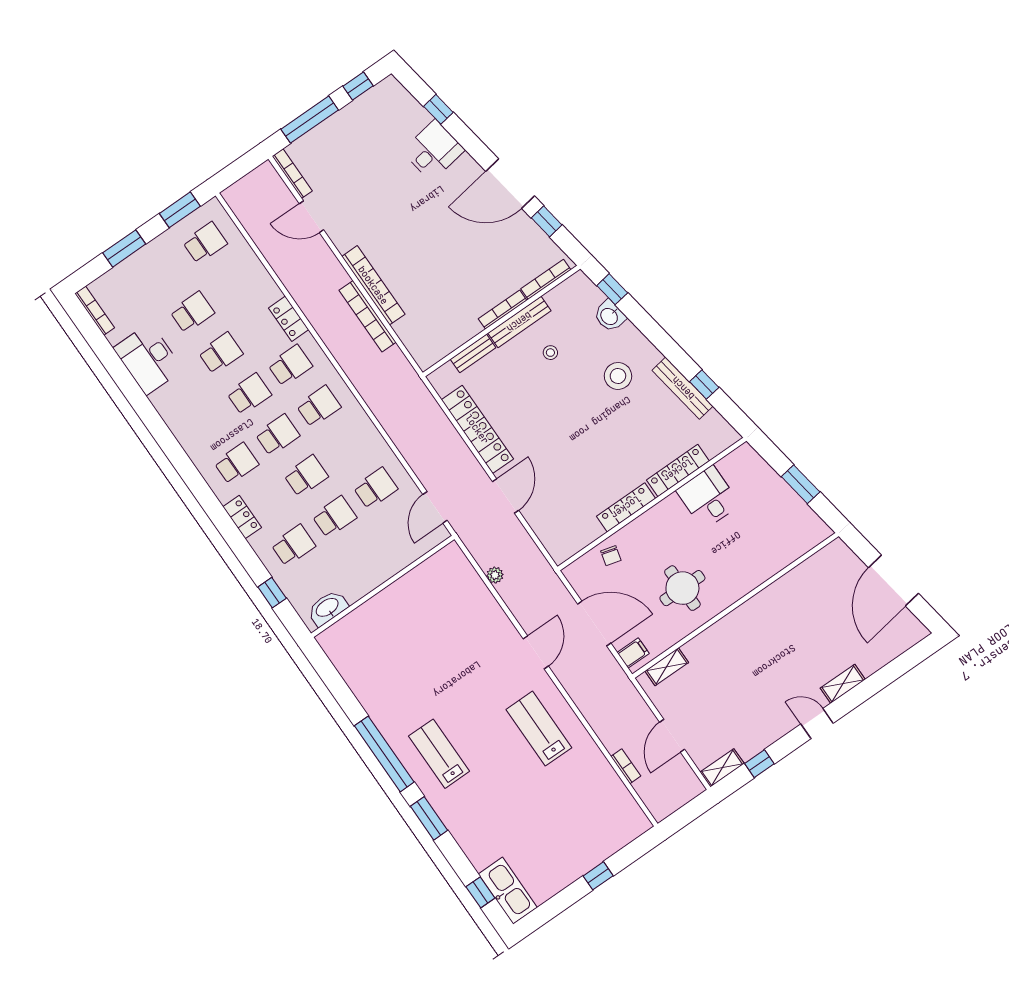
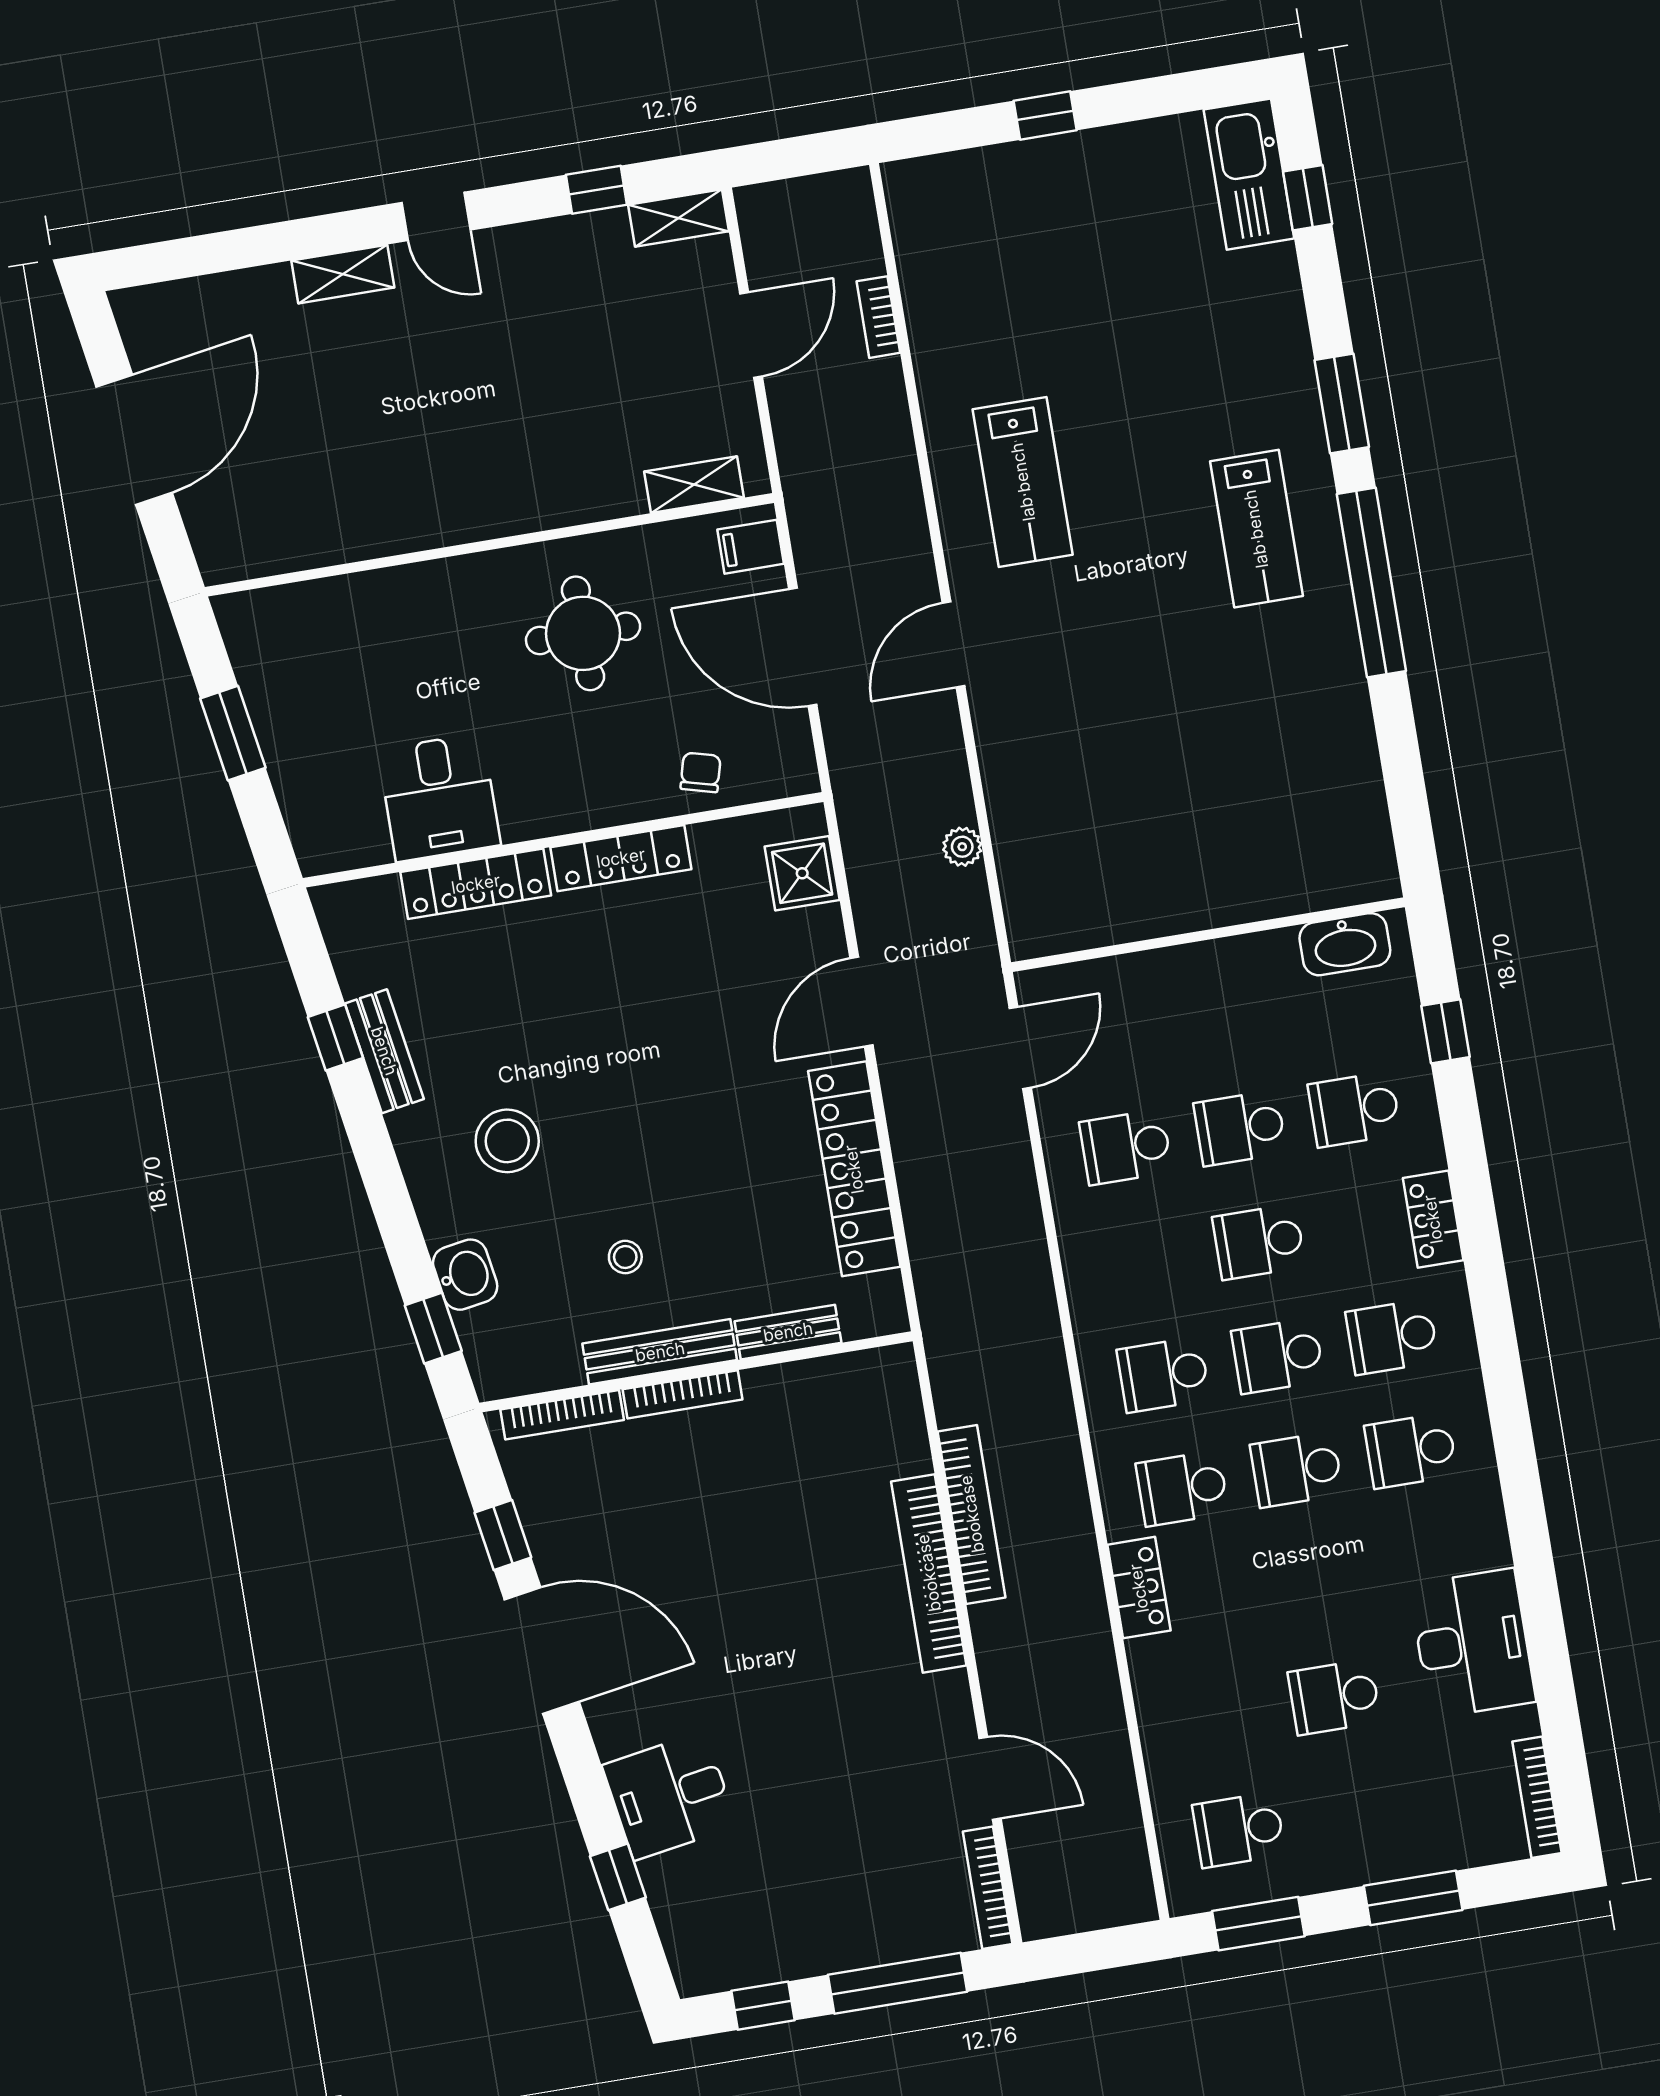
school desk: (221, 353) -> (1411, 1451), moved
bench: (683, 388) -> (384, 1051), width x0.73
shower: (552, 535) -> (802, 873), added

